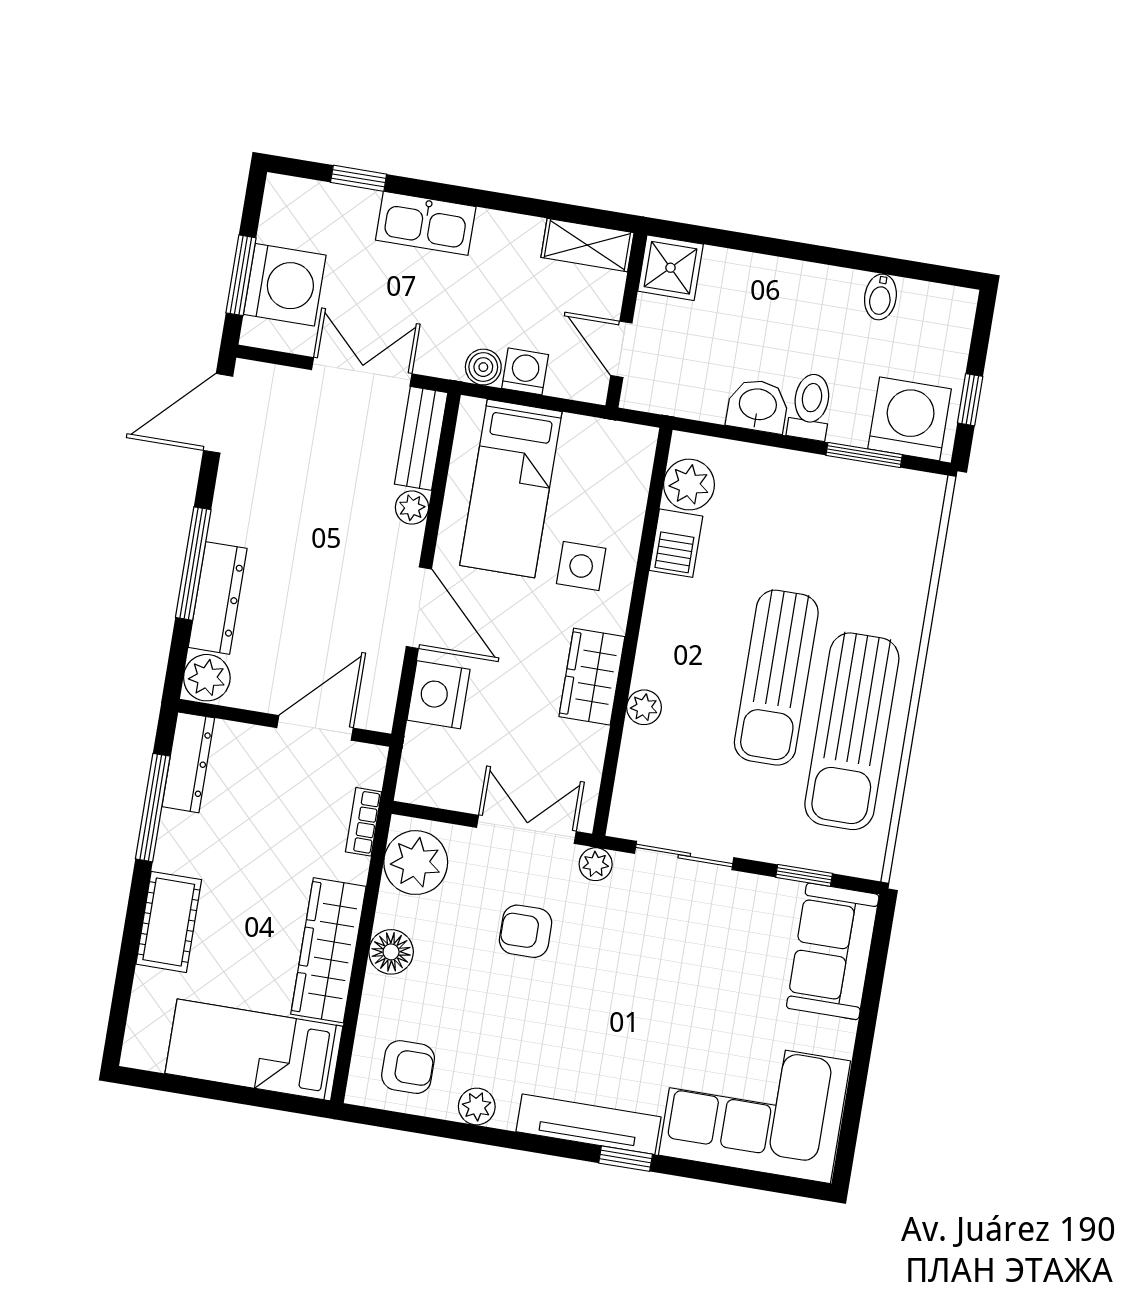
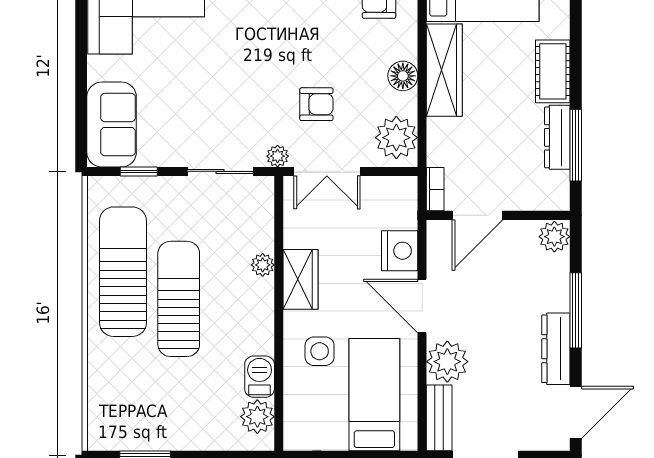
plant: (412, 508) -> (447, 362), width x1.88, depth x1.88
dresser: (218, 598) -> (556, 349), moved
dresser: (188, 762) -> (557, 137), moved
bookcase: (364, 822) -> (435, 189), moved

